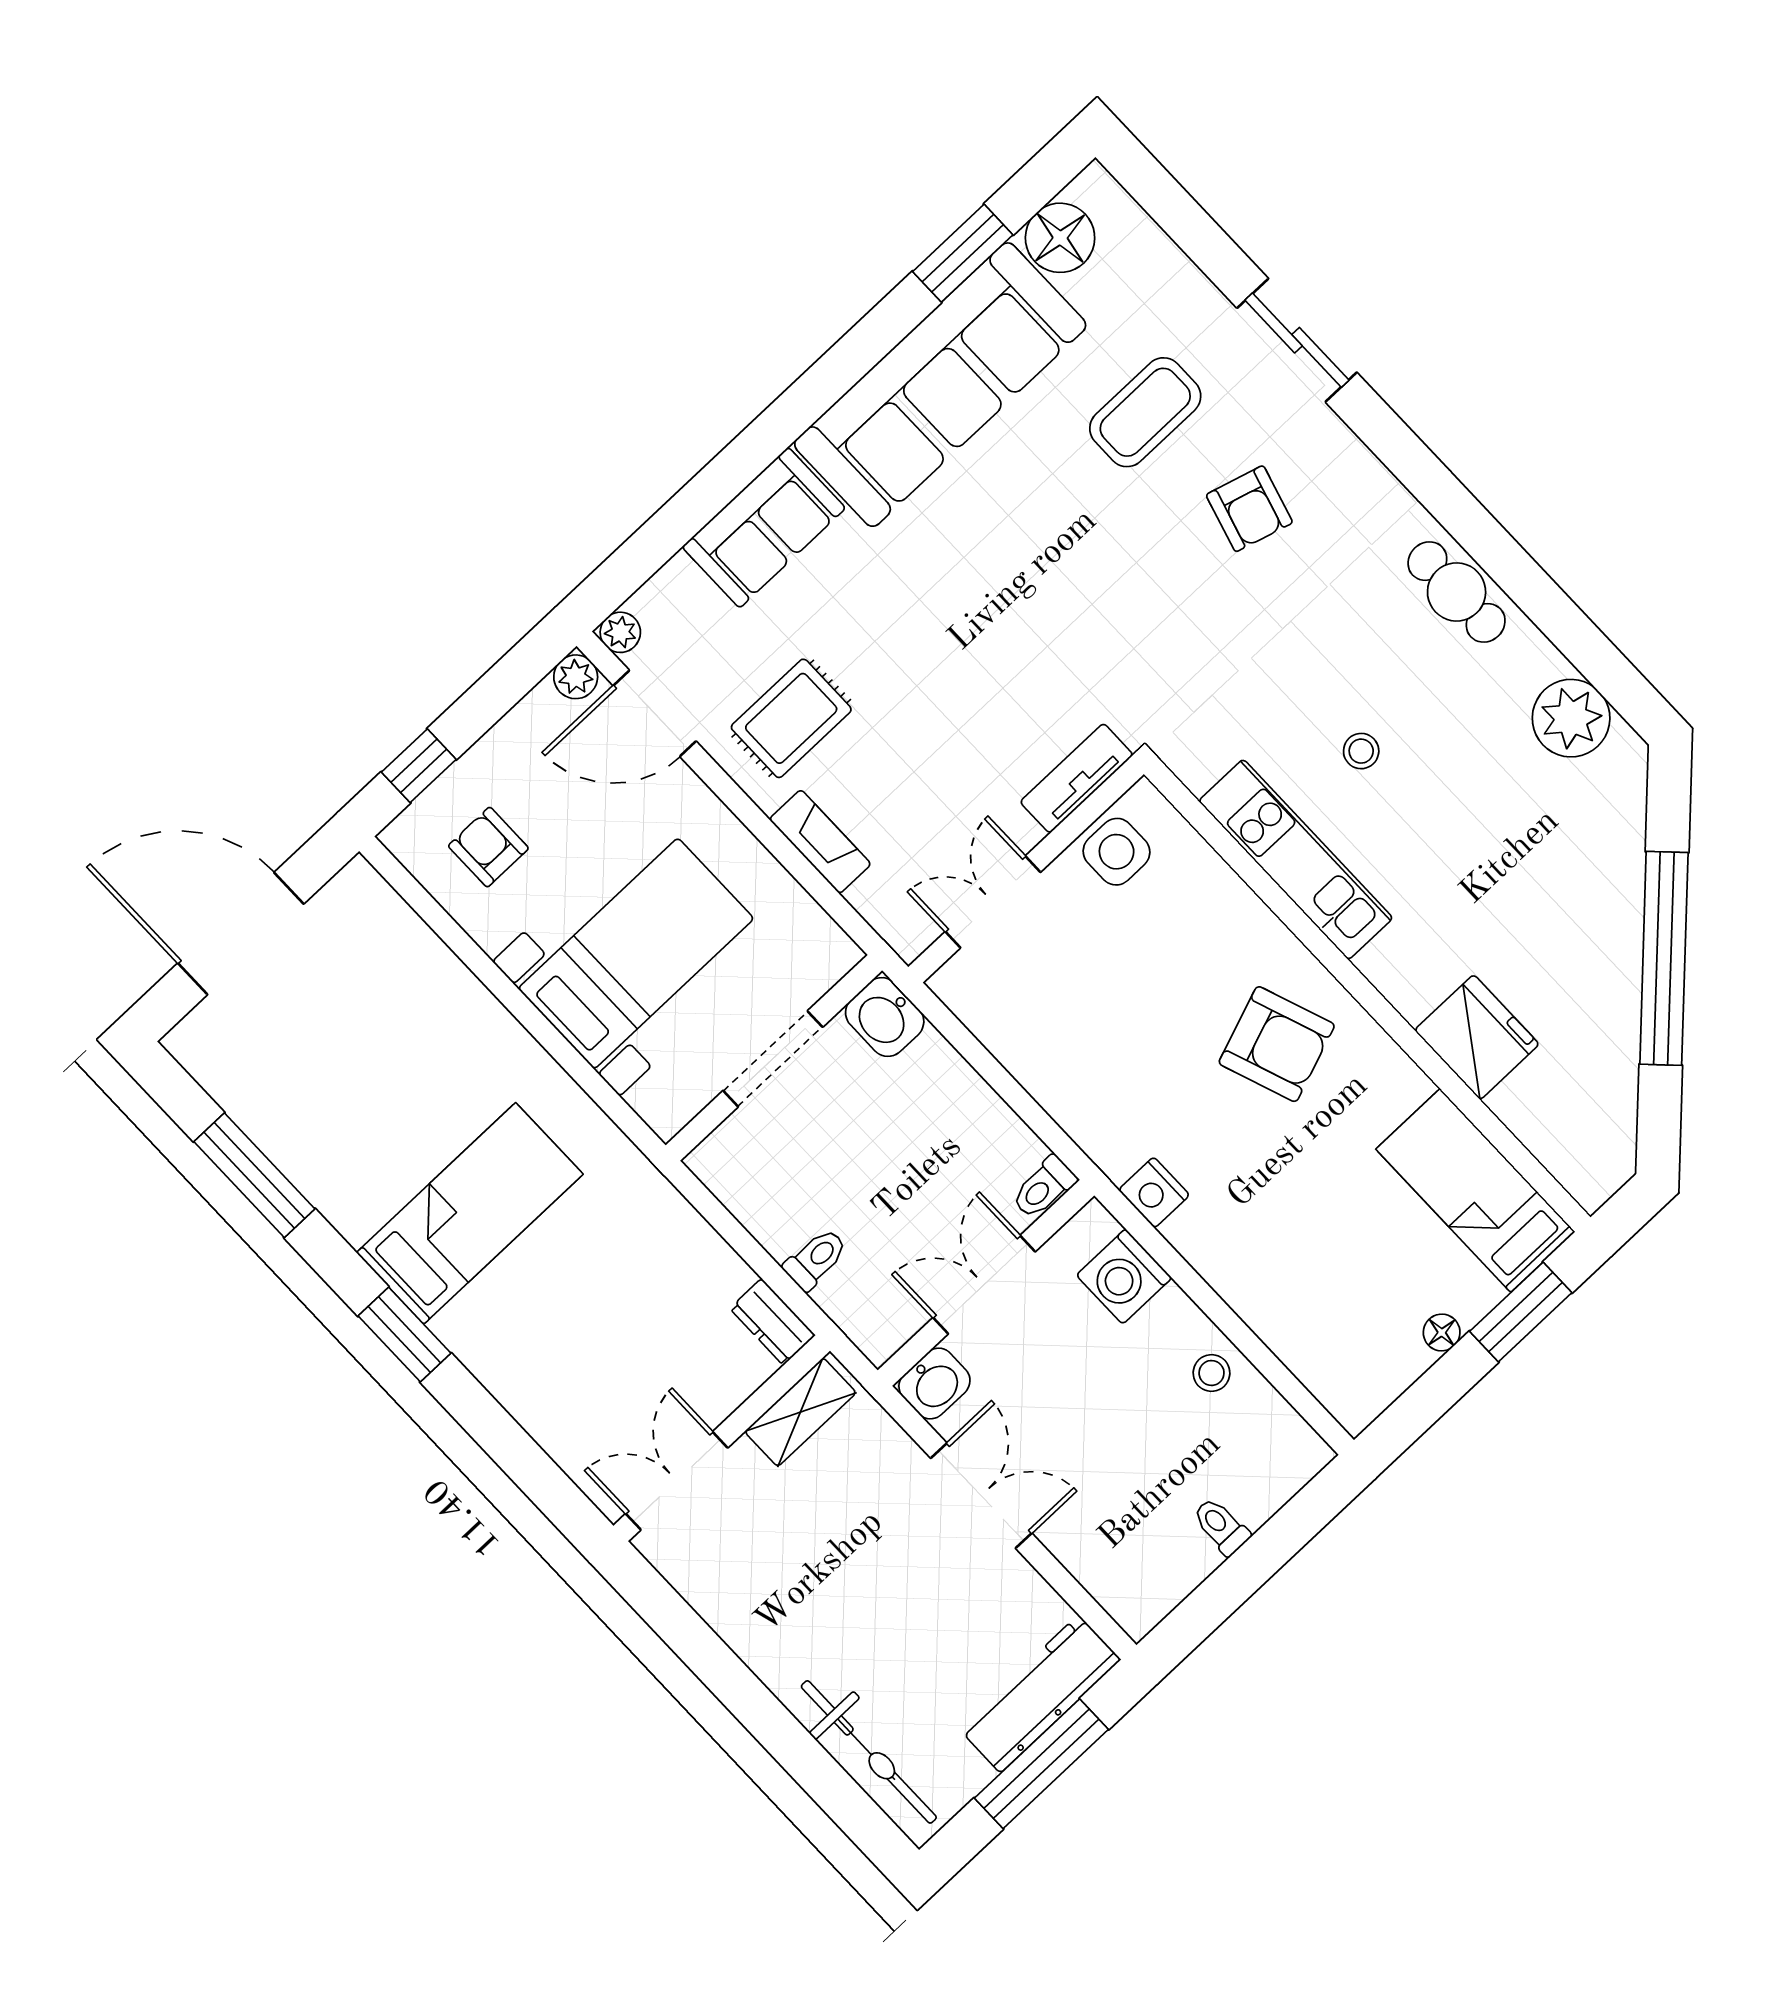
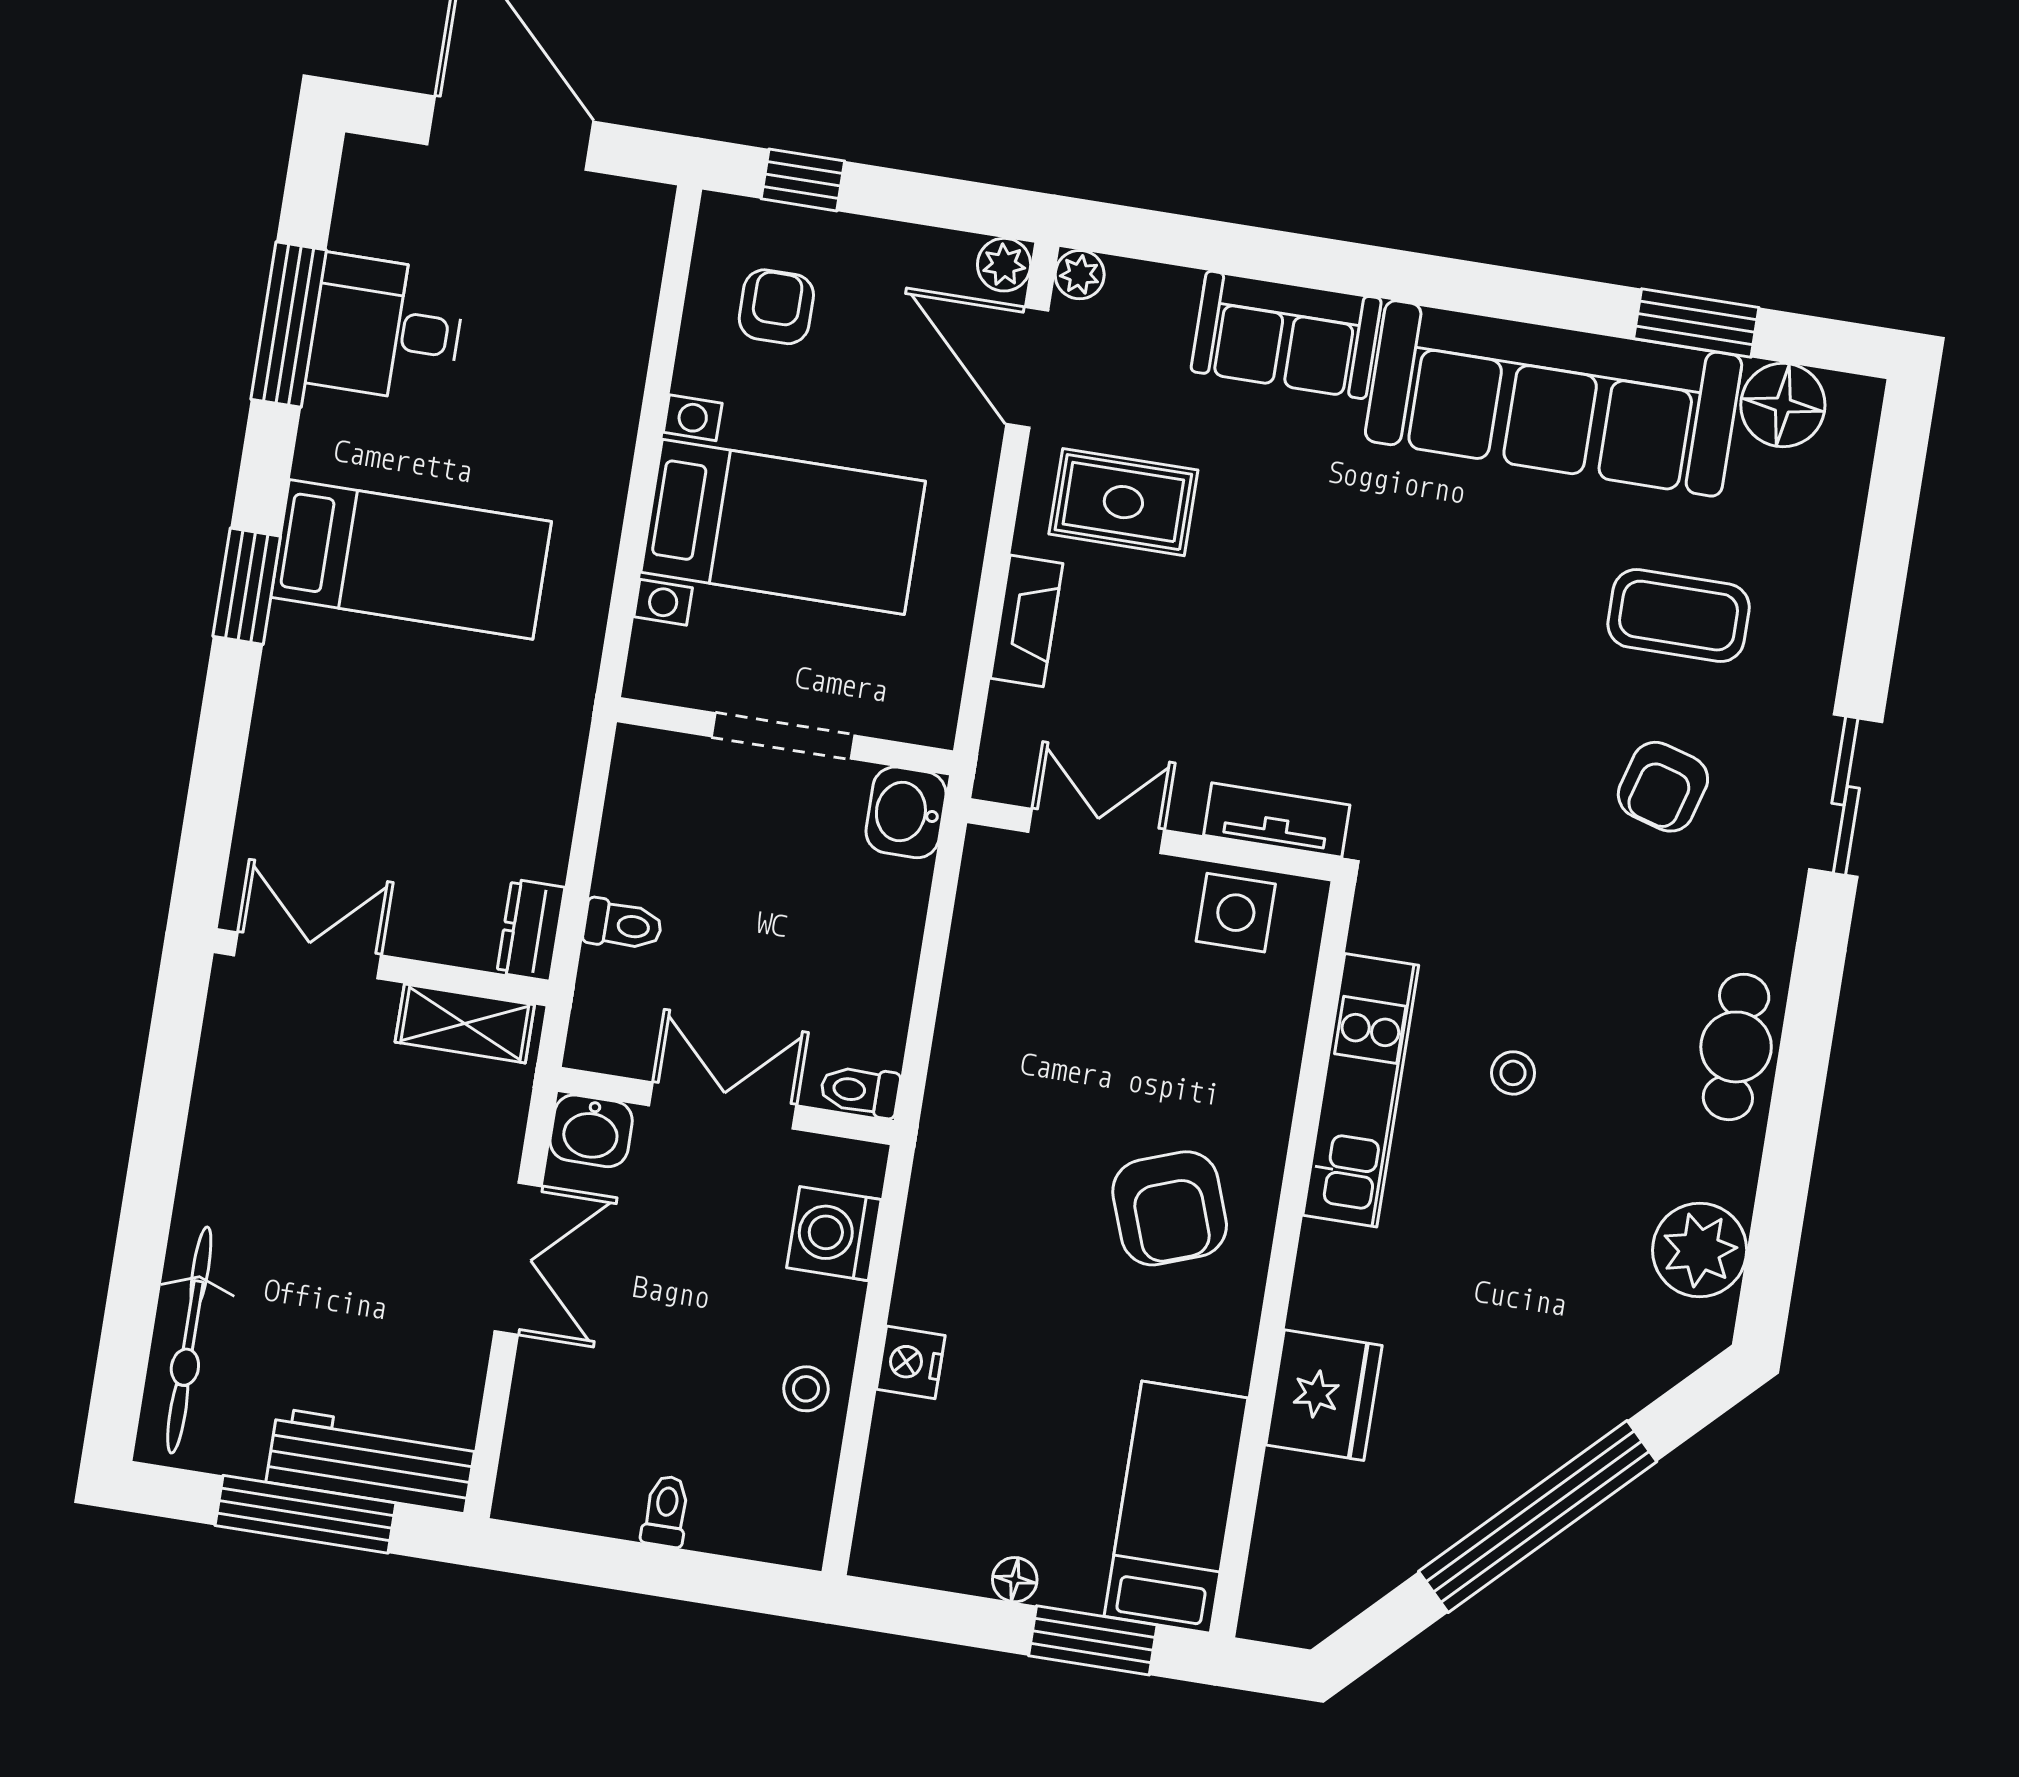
sliding door: (1297, 340) -> (1846, 796), moved
desk: (306, 1113) -> (386, 329), added
nightstand: (1154, 1192) -> (911, 1362), moved

